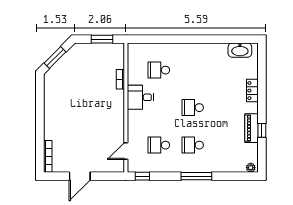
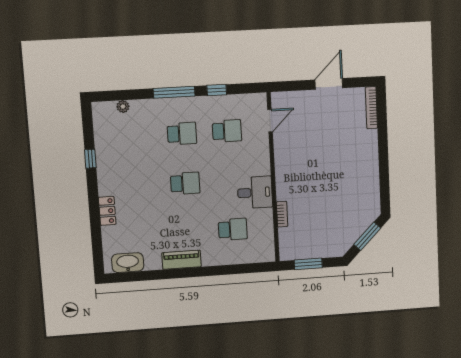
piano: (251, 128) -> (182, 260), moved, turned -90
plant: (251, 168) -> (123, 107), moved
window: (142, 176) -> (217, 90), moved

